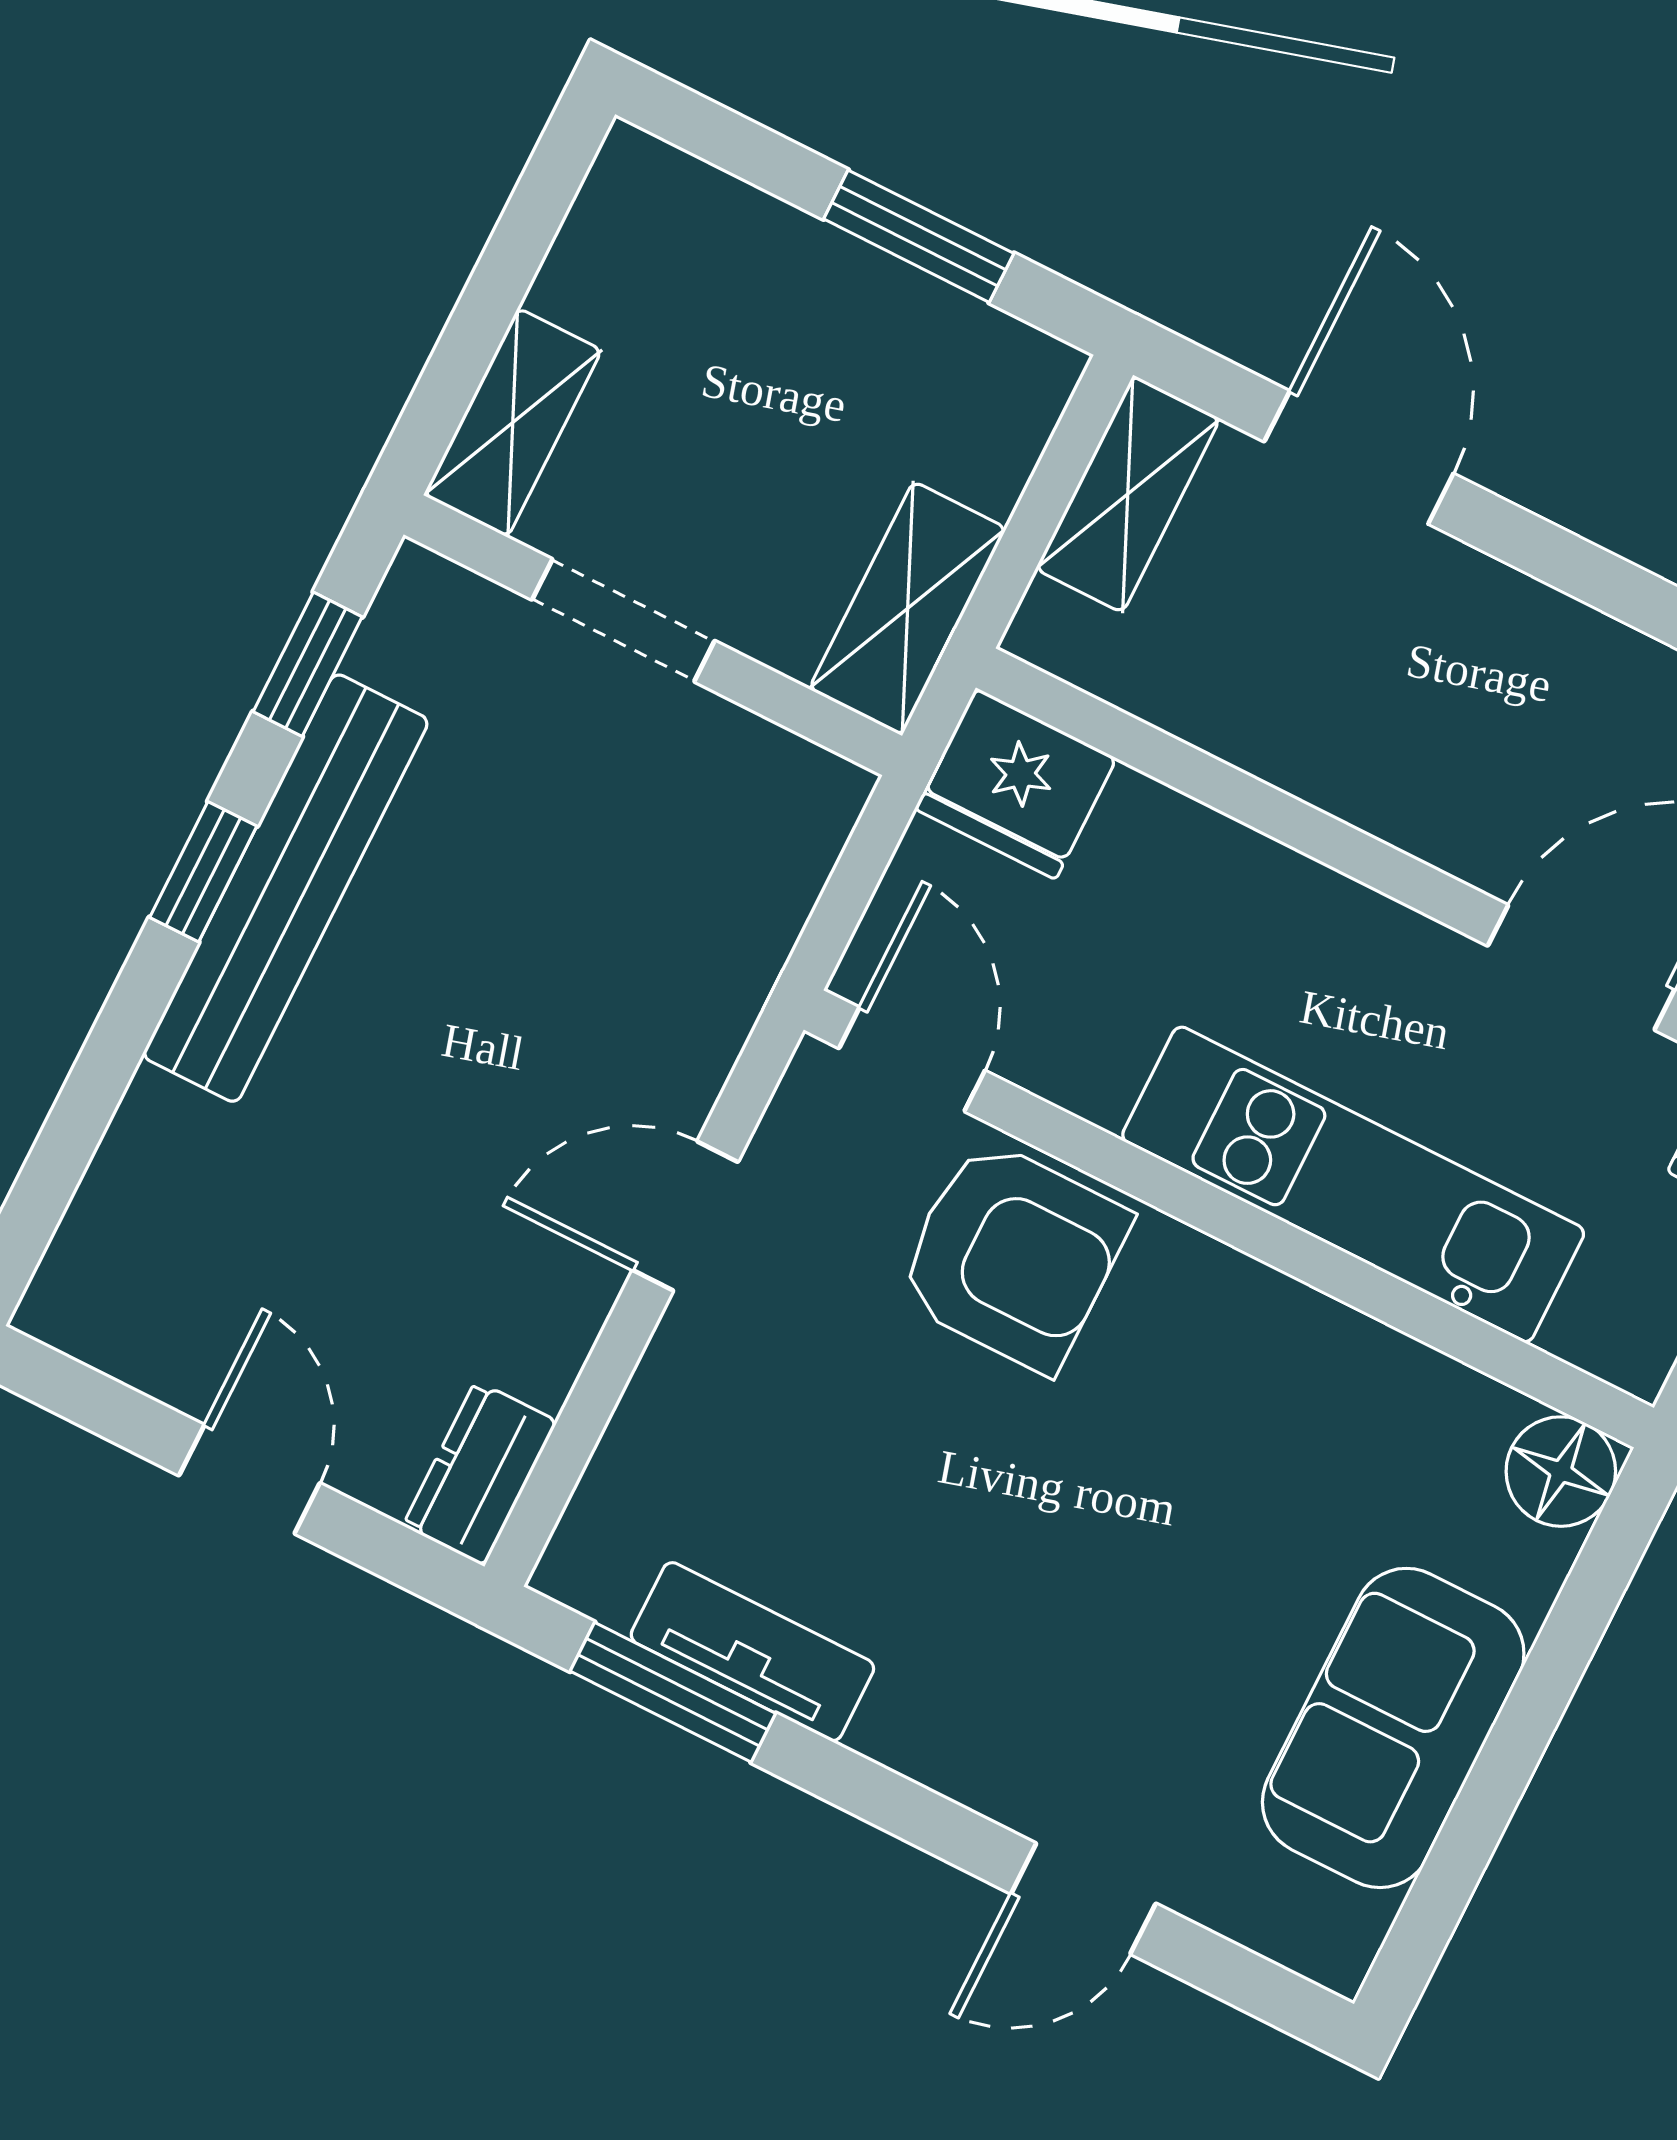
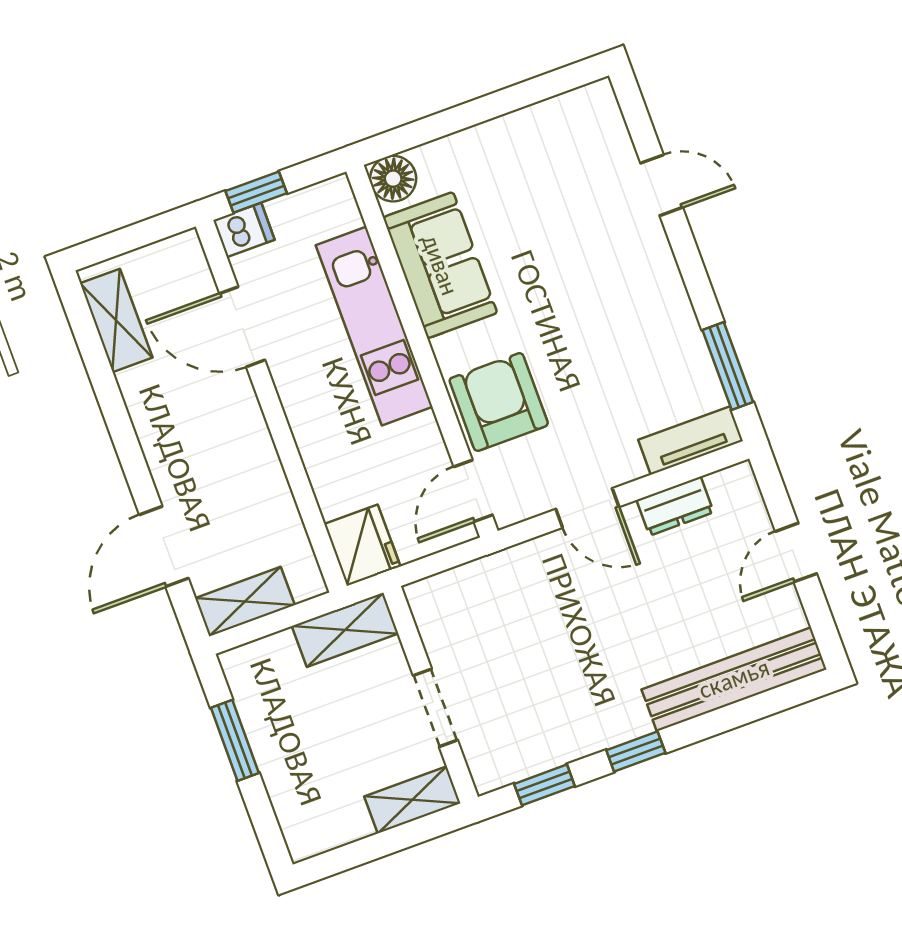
bench: (286, 888) -> (734, 679), moved
dresser: (480, 1473) -> (675, 506), moved
tv unit: (752, 1652) -> (691, 440), moved, turned 90
sofa: (1393, 1728) -> (440, 265), moved, turned -90

